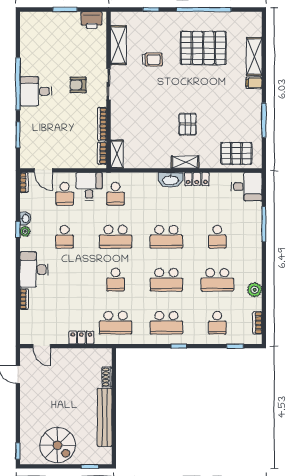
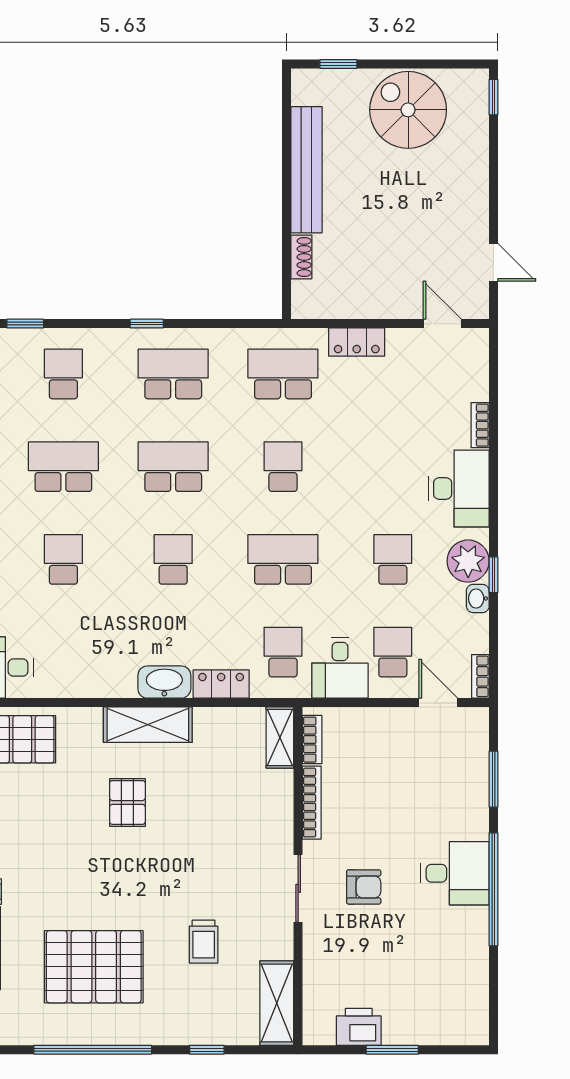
printer: (92, 20) -> (359, 1027), moved
shelving: (118, 45) -> (277, 1003), moved
trolley: (152, 60) -> (204, 942), turned -90
shelving: (185, 162) -> (148, 725), width x1.50, depth x1.33
locker: (197, 179) -> (221, 684), moved
plant: (25, 231) -> (468, 561), width x1.88, depth x1.88
school desk: (166, 237) -> (173, 559), width x0.54

